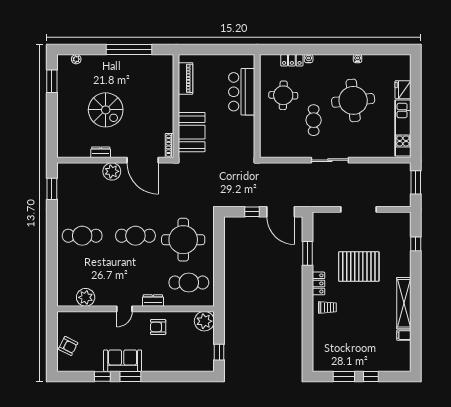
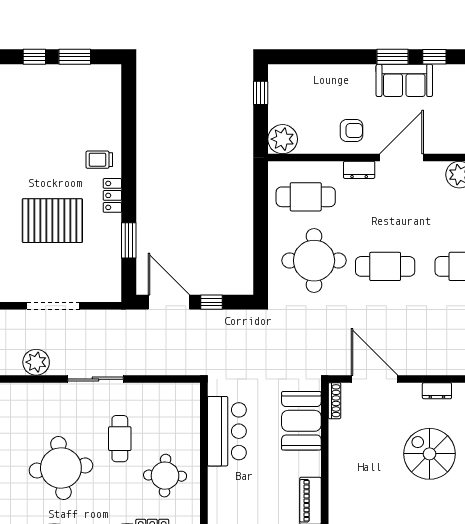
bar counter: (242, 92) -> (227, 431), moved
plant: (112, 171) -> (36, 362), moved
door: (124, 309) -> (402, 157), width x1.88

